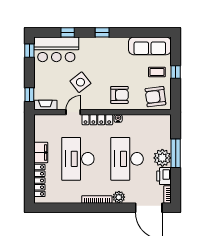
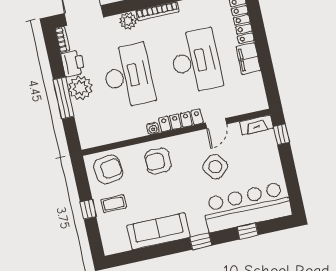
sofa: (150, 46) -> (159, 231), moved
bar counter: (56, 49) -> (247, 207), width x1.36
window: (29, 51) -> (295, 195), removed

